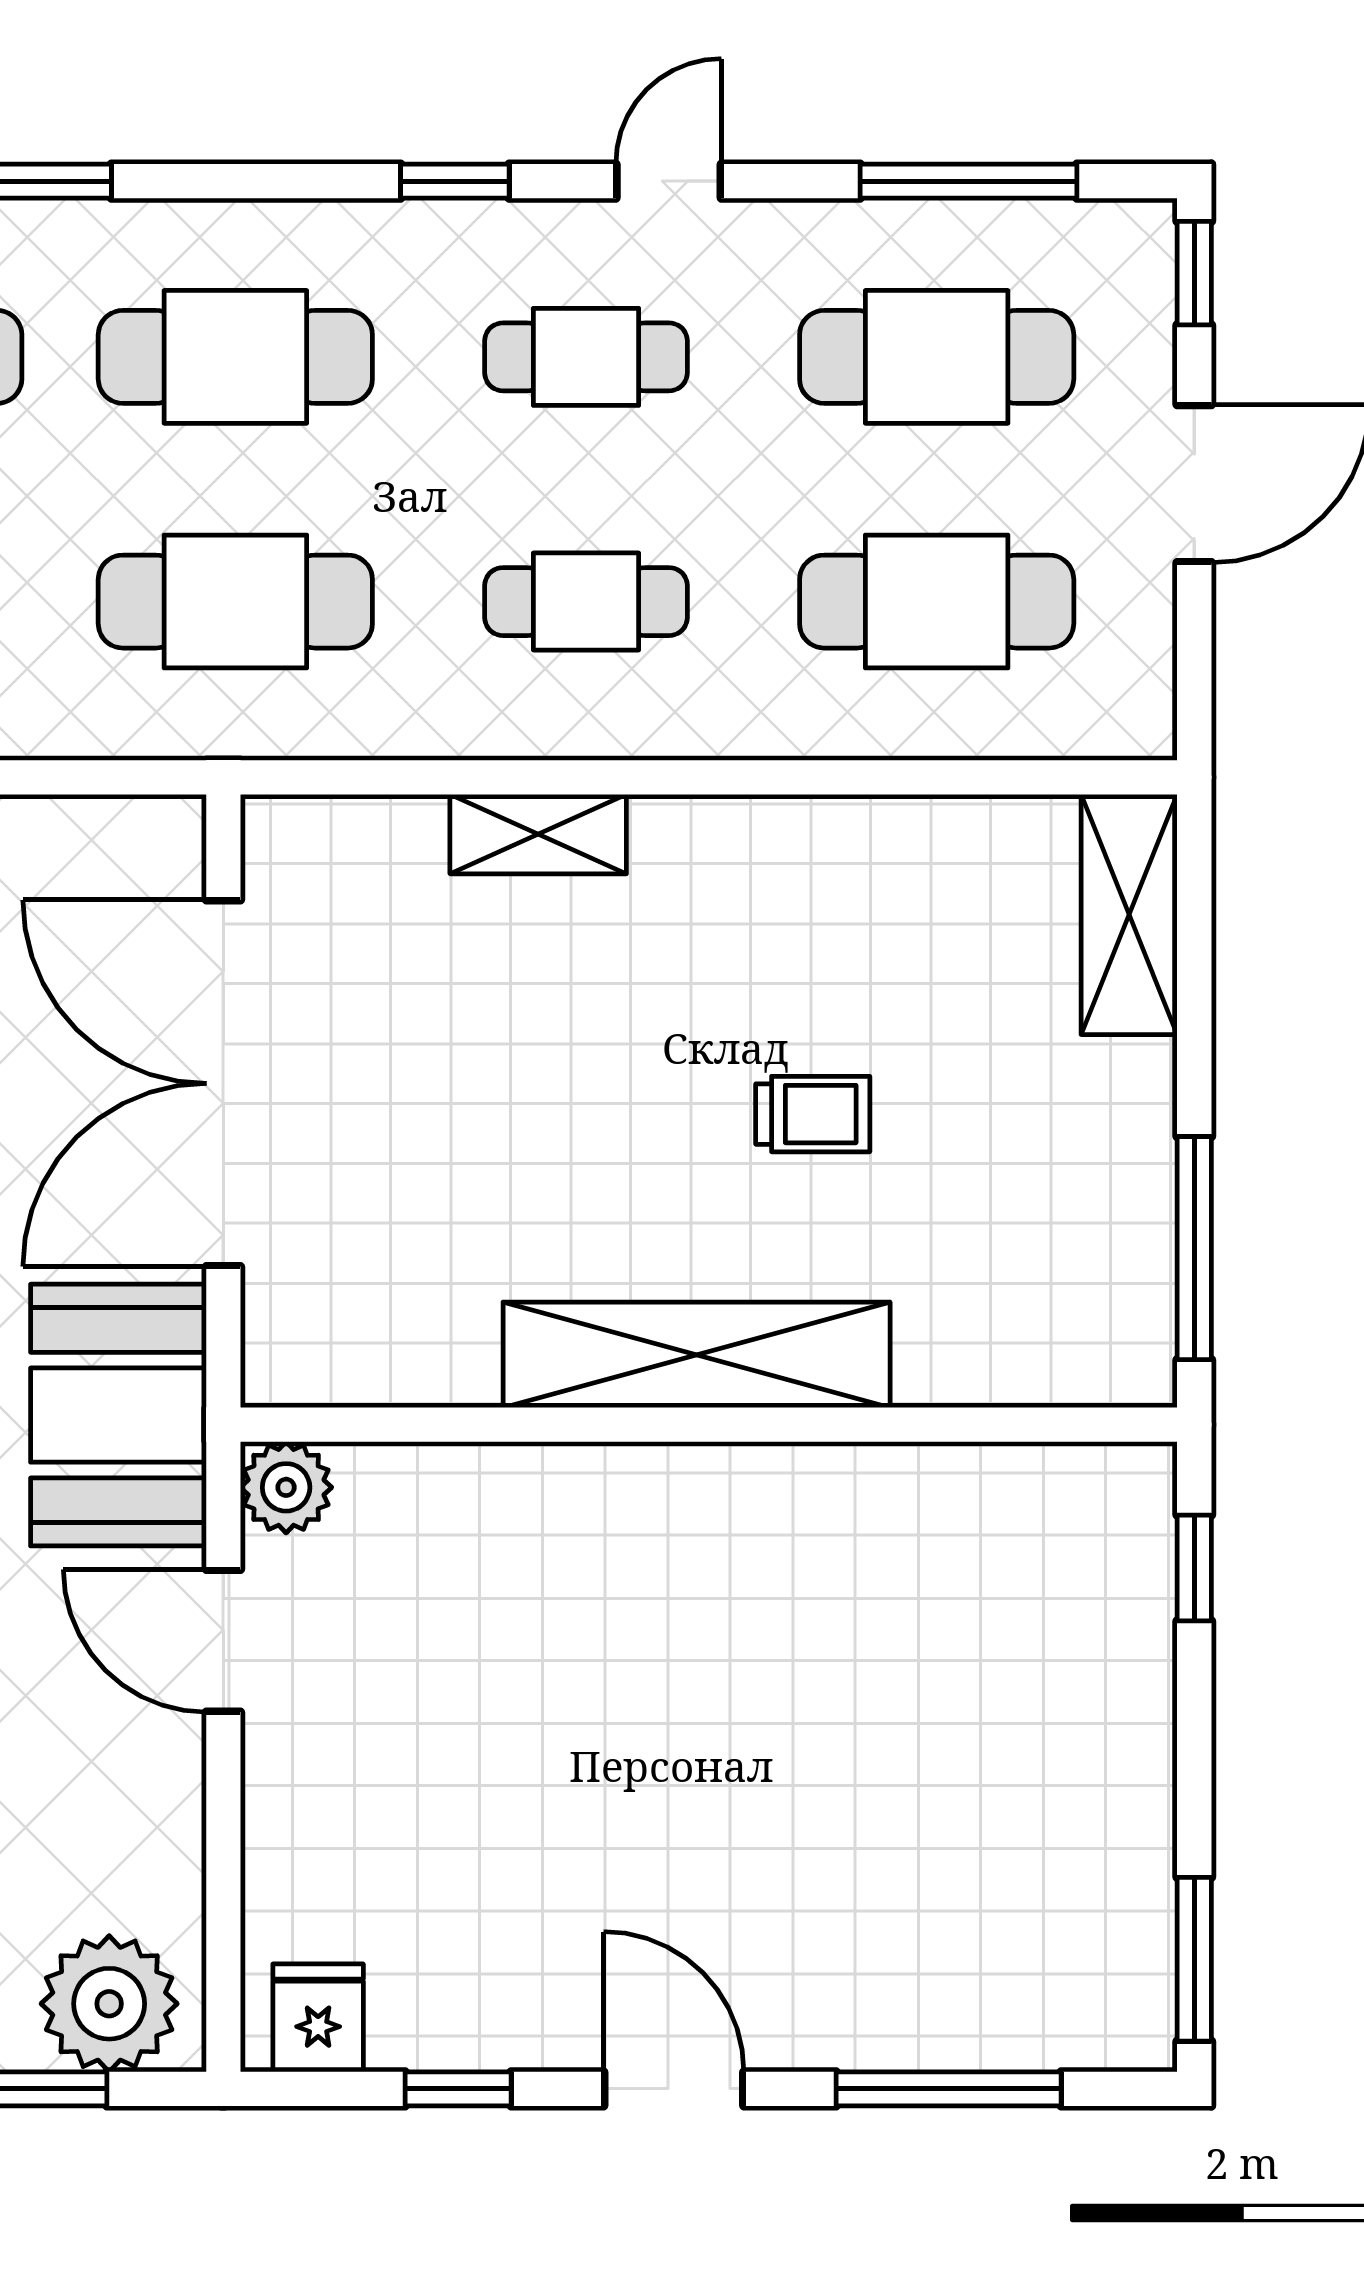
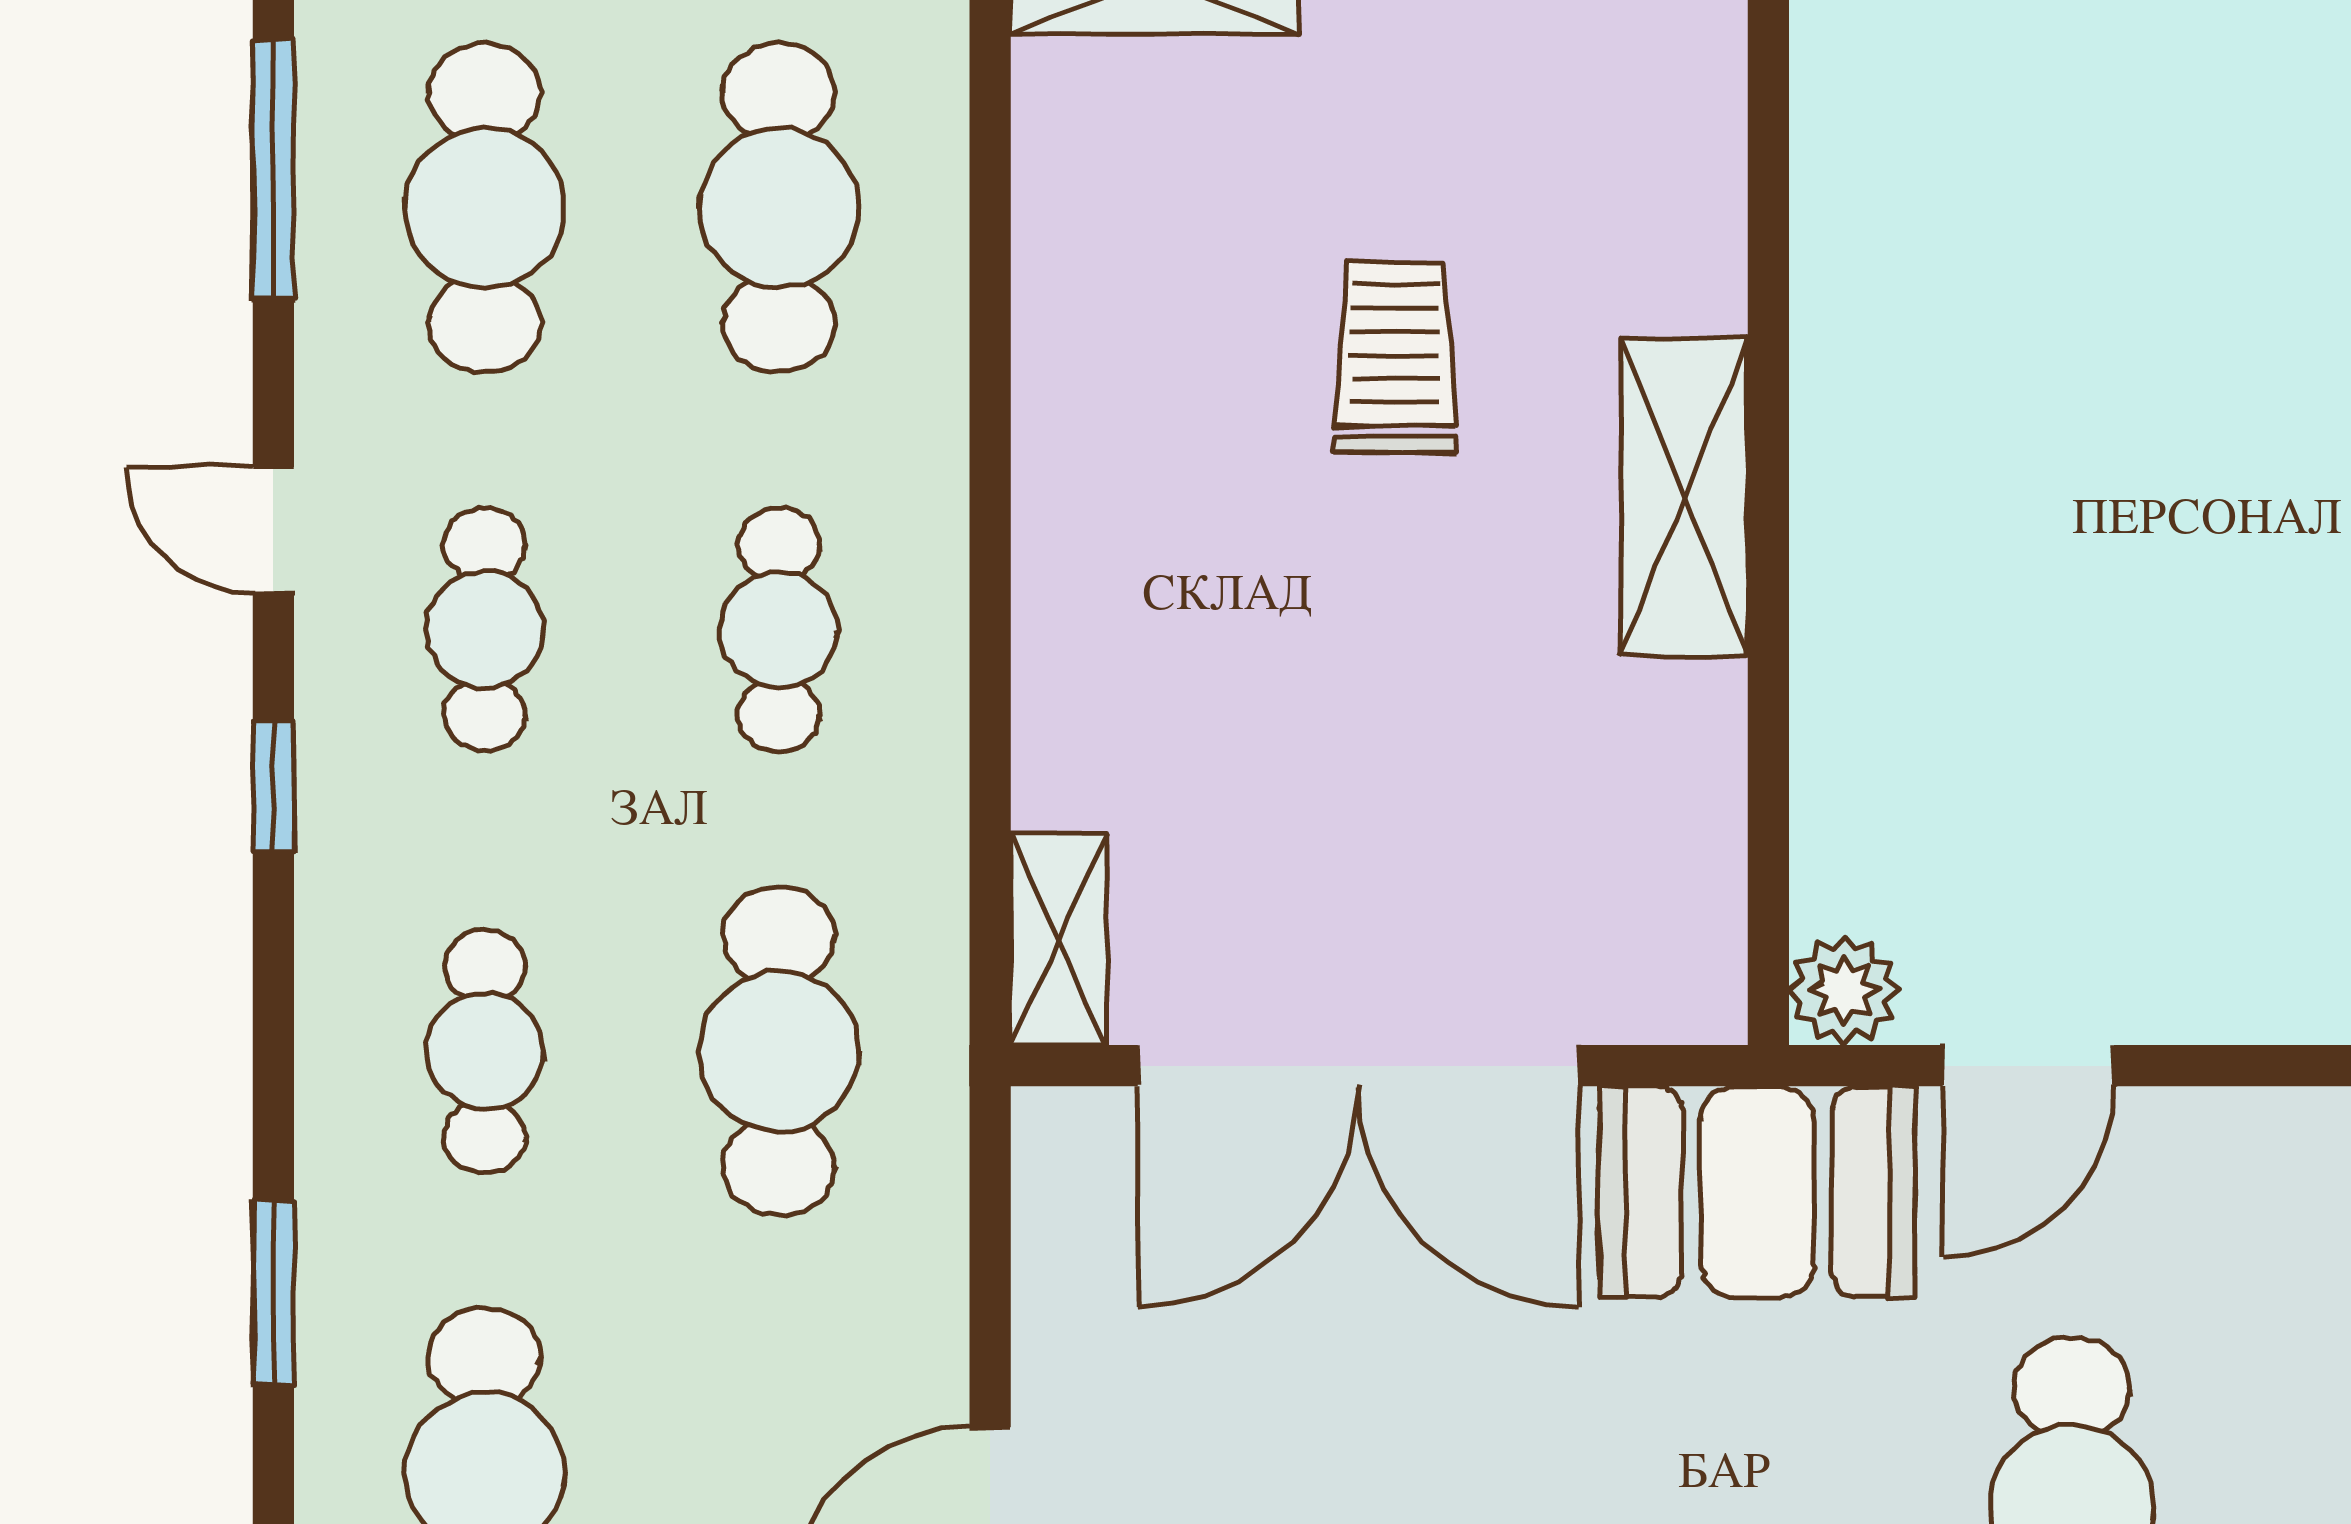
cafe table: (235, 357) -> (485, 1051), width x0.73, depth x0.74
shelving: (538, 834) -> (1058, 939), moved
trolley: (813, 1114) -> (1395, 357), width x1.36, depth x1.39
shelving: (697, 1355) -> (1684, 497), width x0.68

